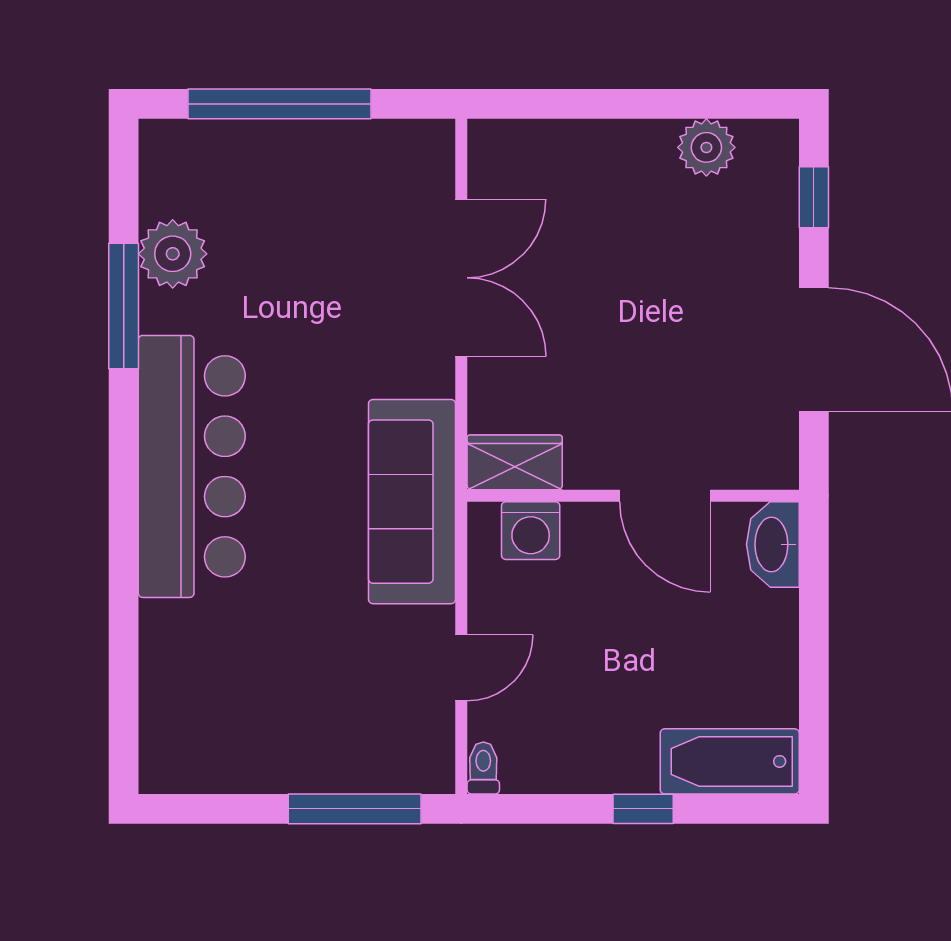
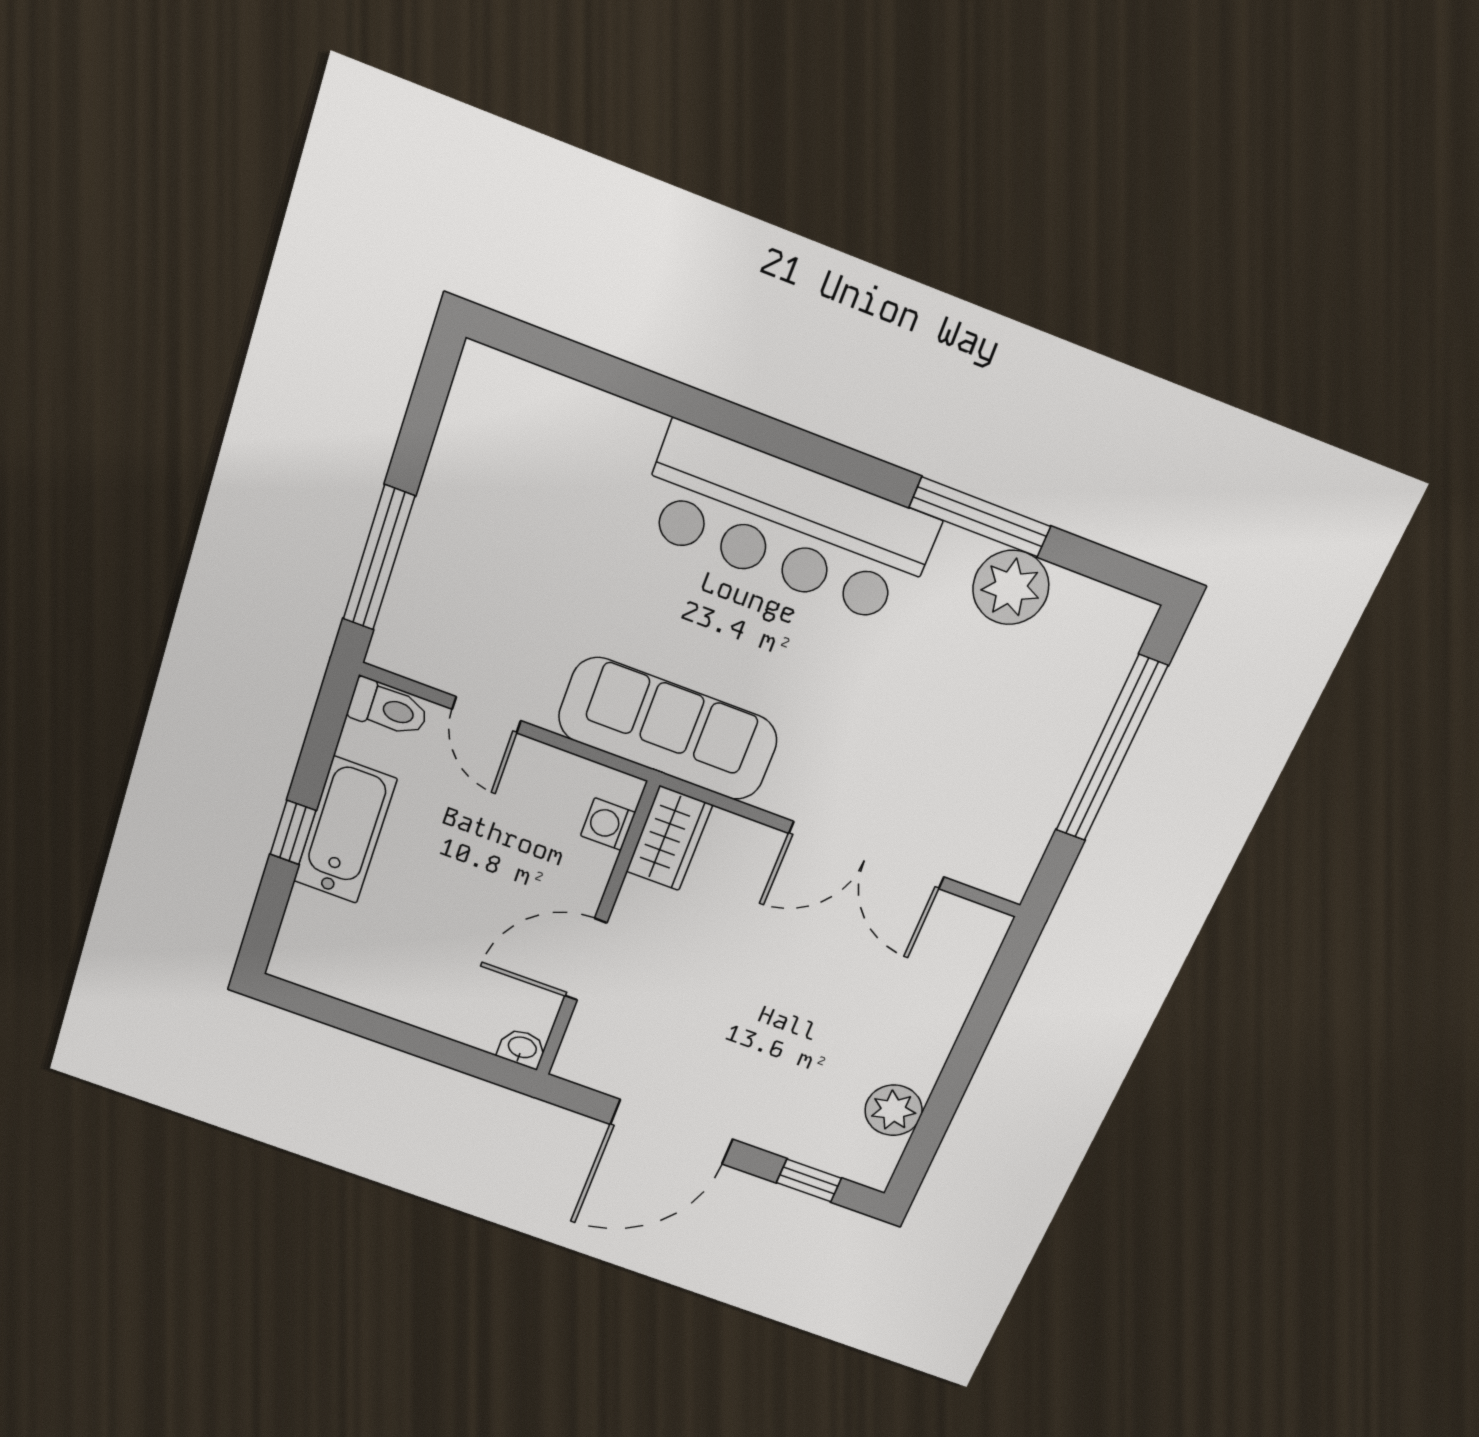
washing machine: (531, 531) -> (608, 824), width x0.73, depth x0.73
washbasin: (773, 544) -> (522, 1048), width x0.52, depth x0.69
bathtub: (730, 761) -> (345, 830), moved
toilet: (483, 768) -> (388, 708), width x1.37, depth x1.39

